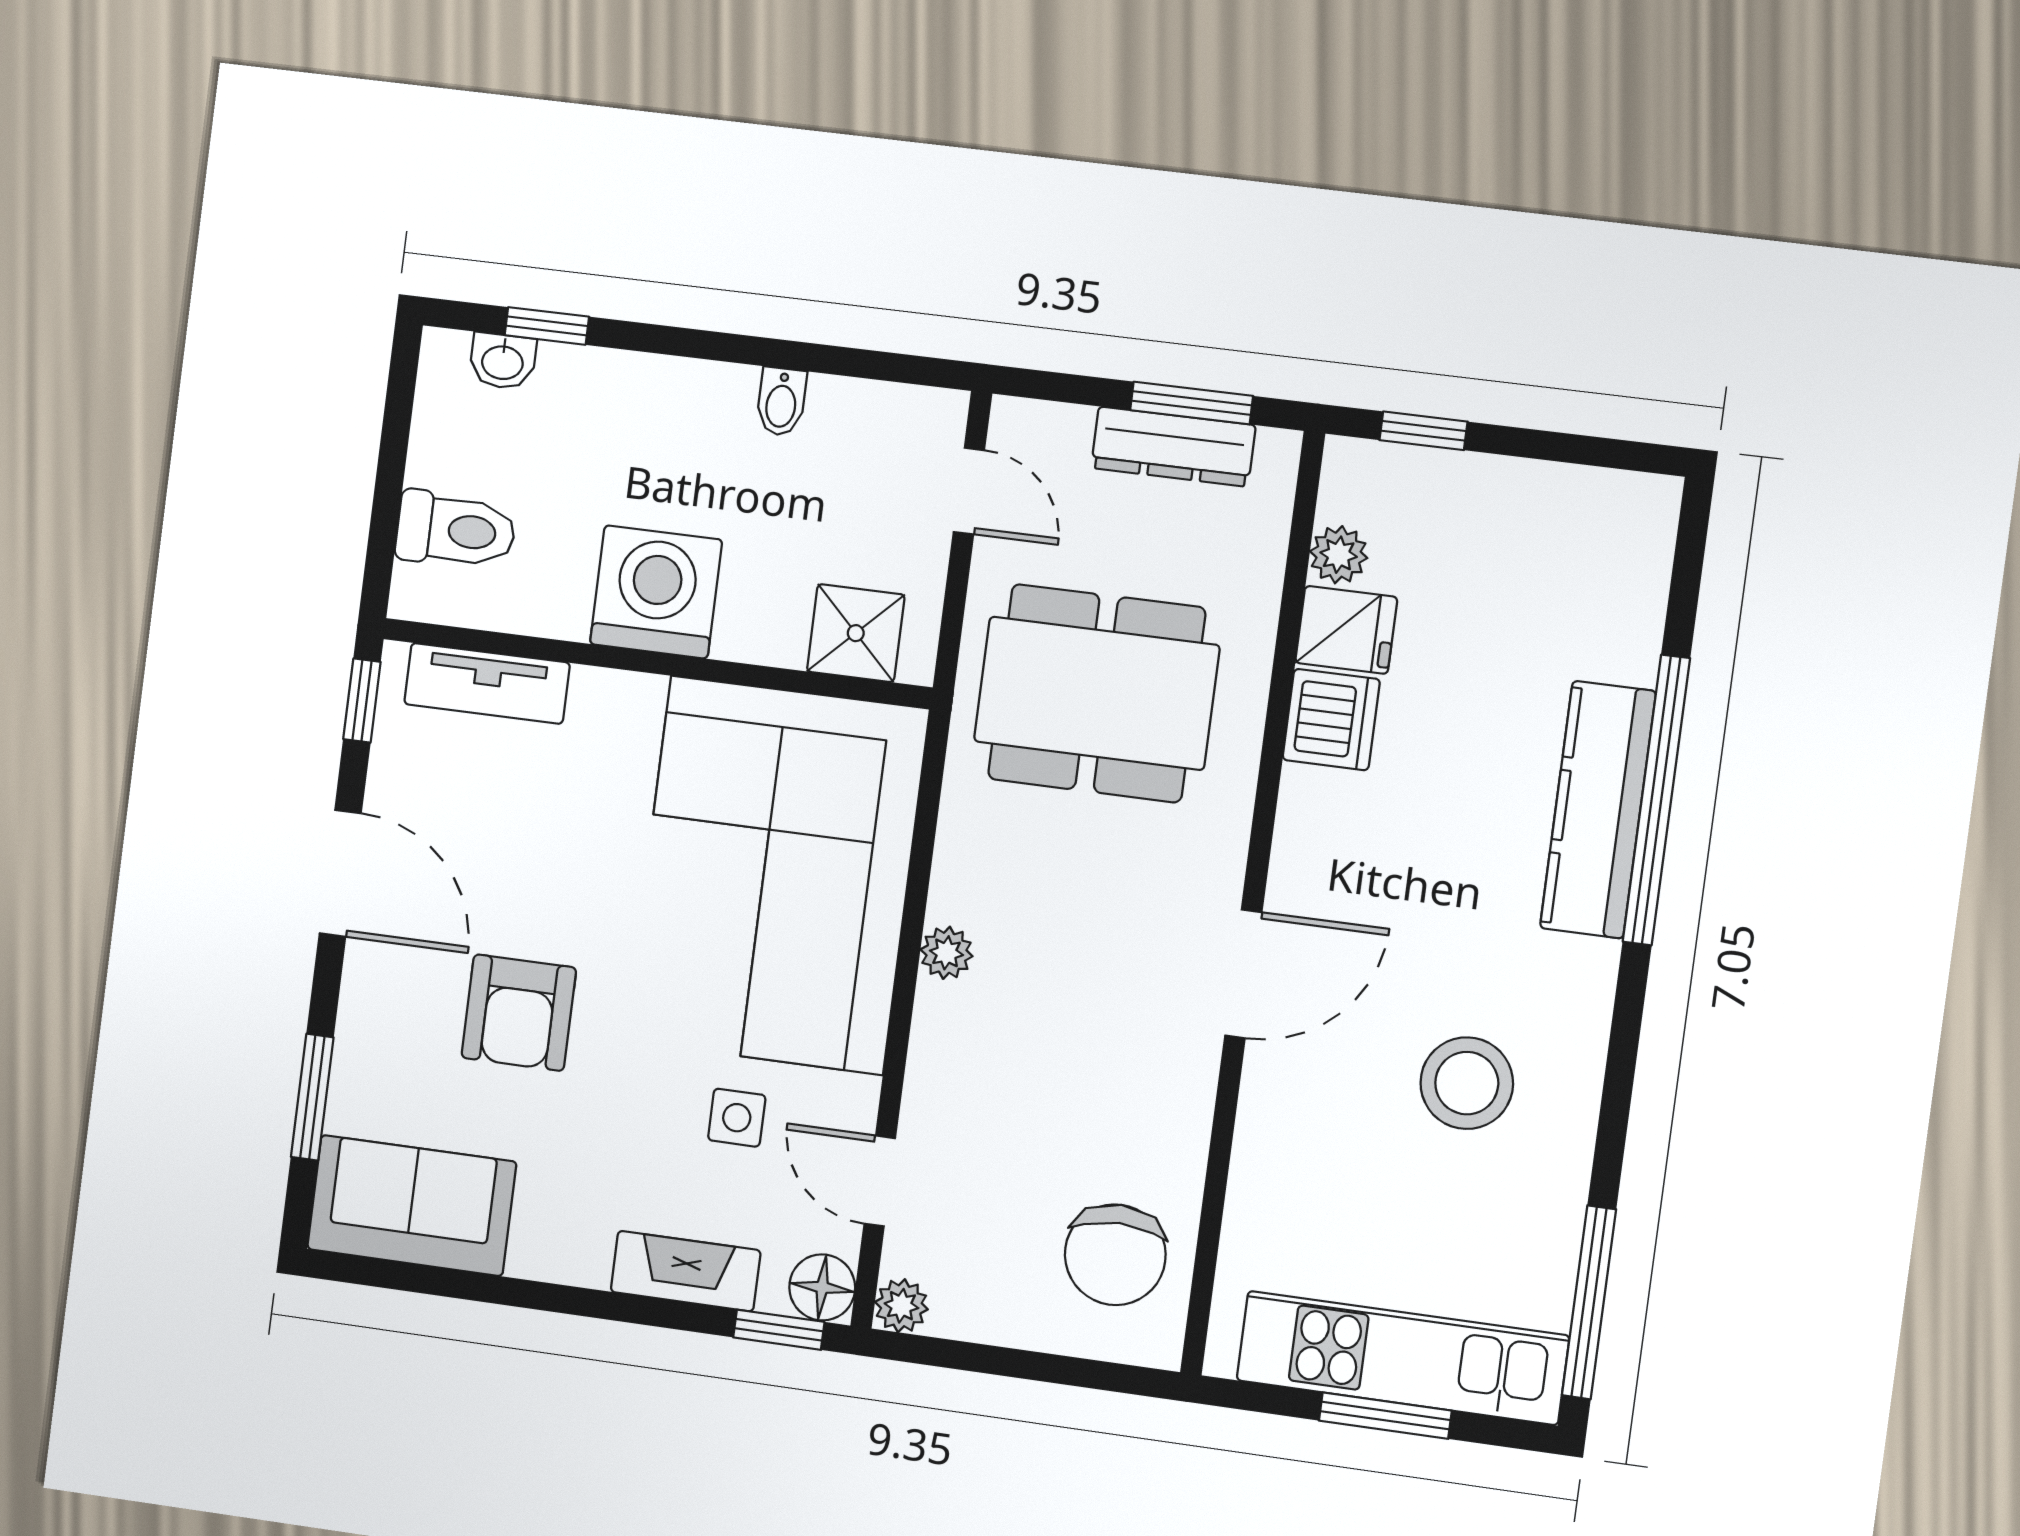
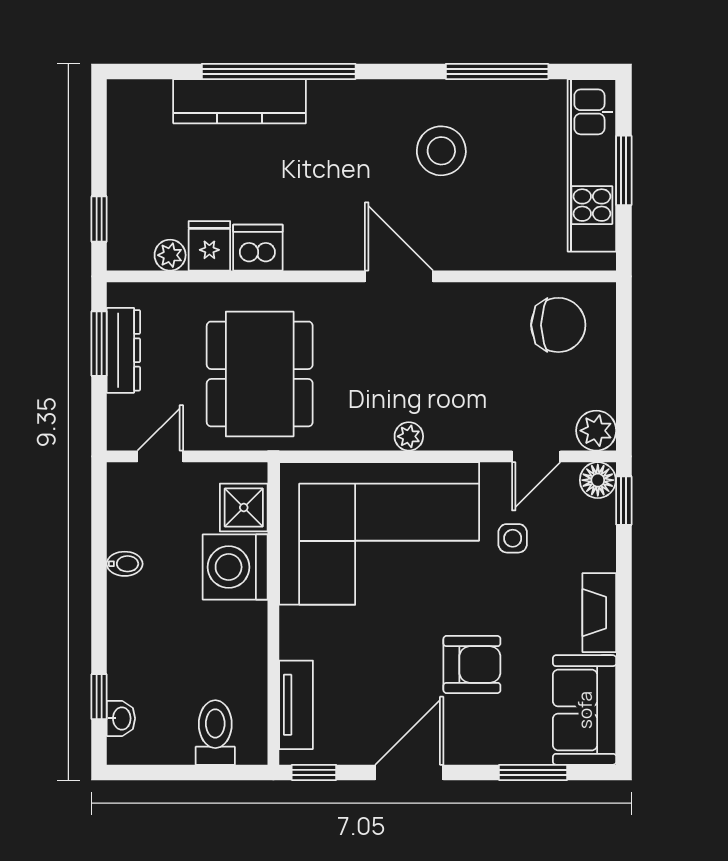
washing machine: (656, 592) -> (235, 567), moved
kitchen counter: (1598, 810) -> (240, 101), moved
fireplace: (686, 1271) -> (599, 613), moved
window: (1589, 1302) -> (497, 71), moved
plant: (901, 1306) -> (596, 431), width x1.38, depth x1.38

